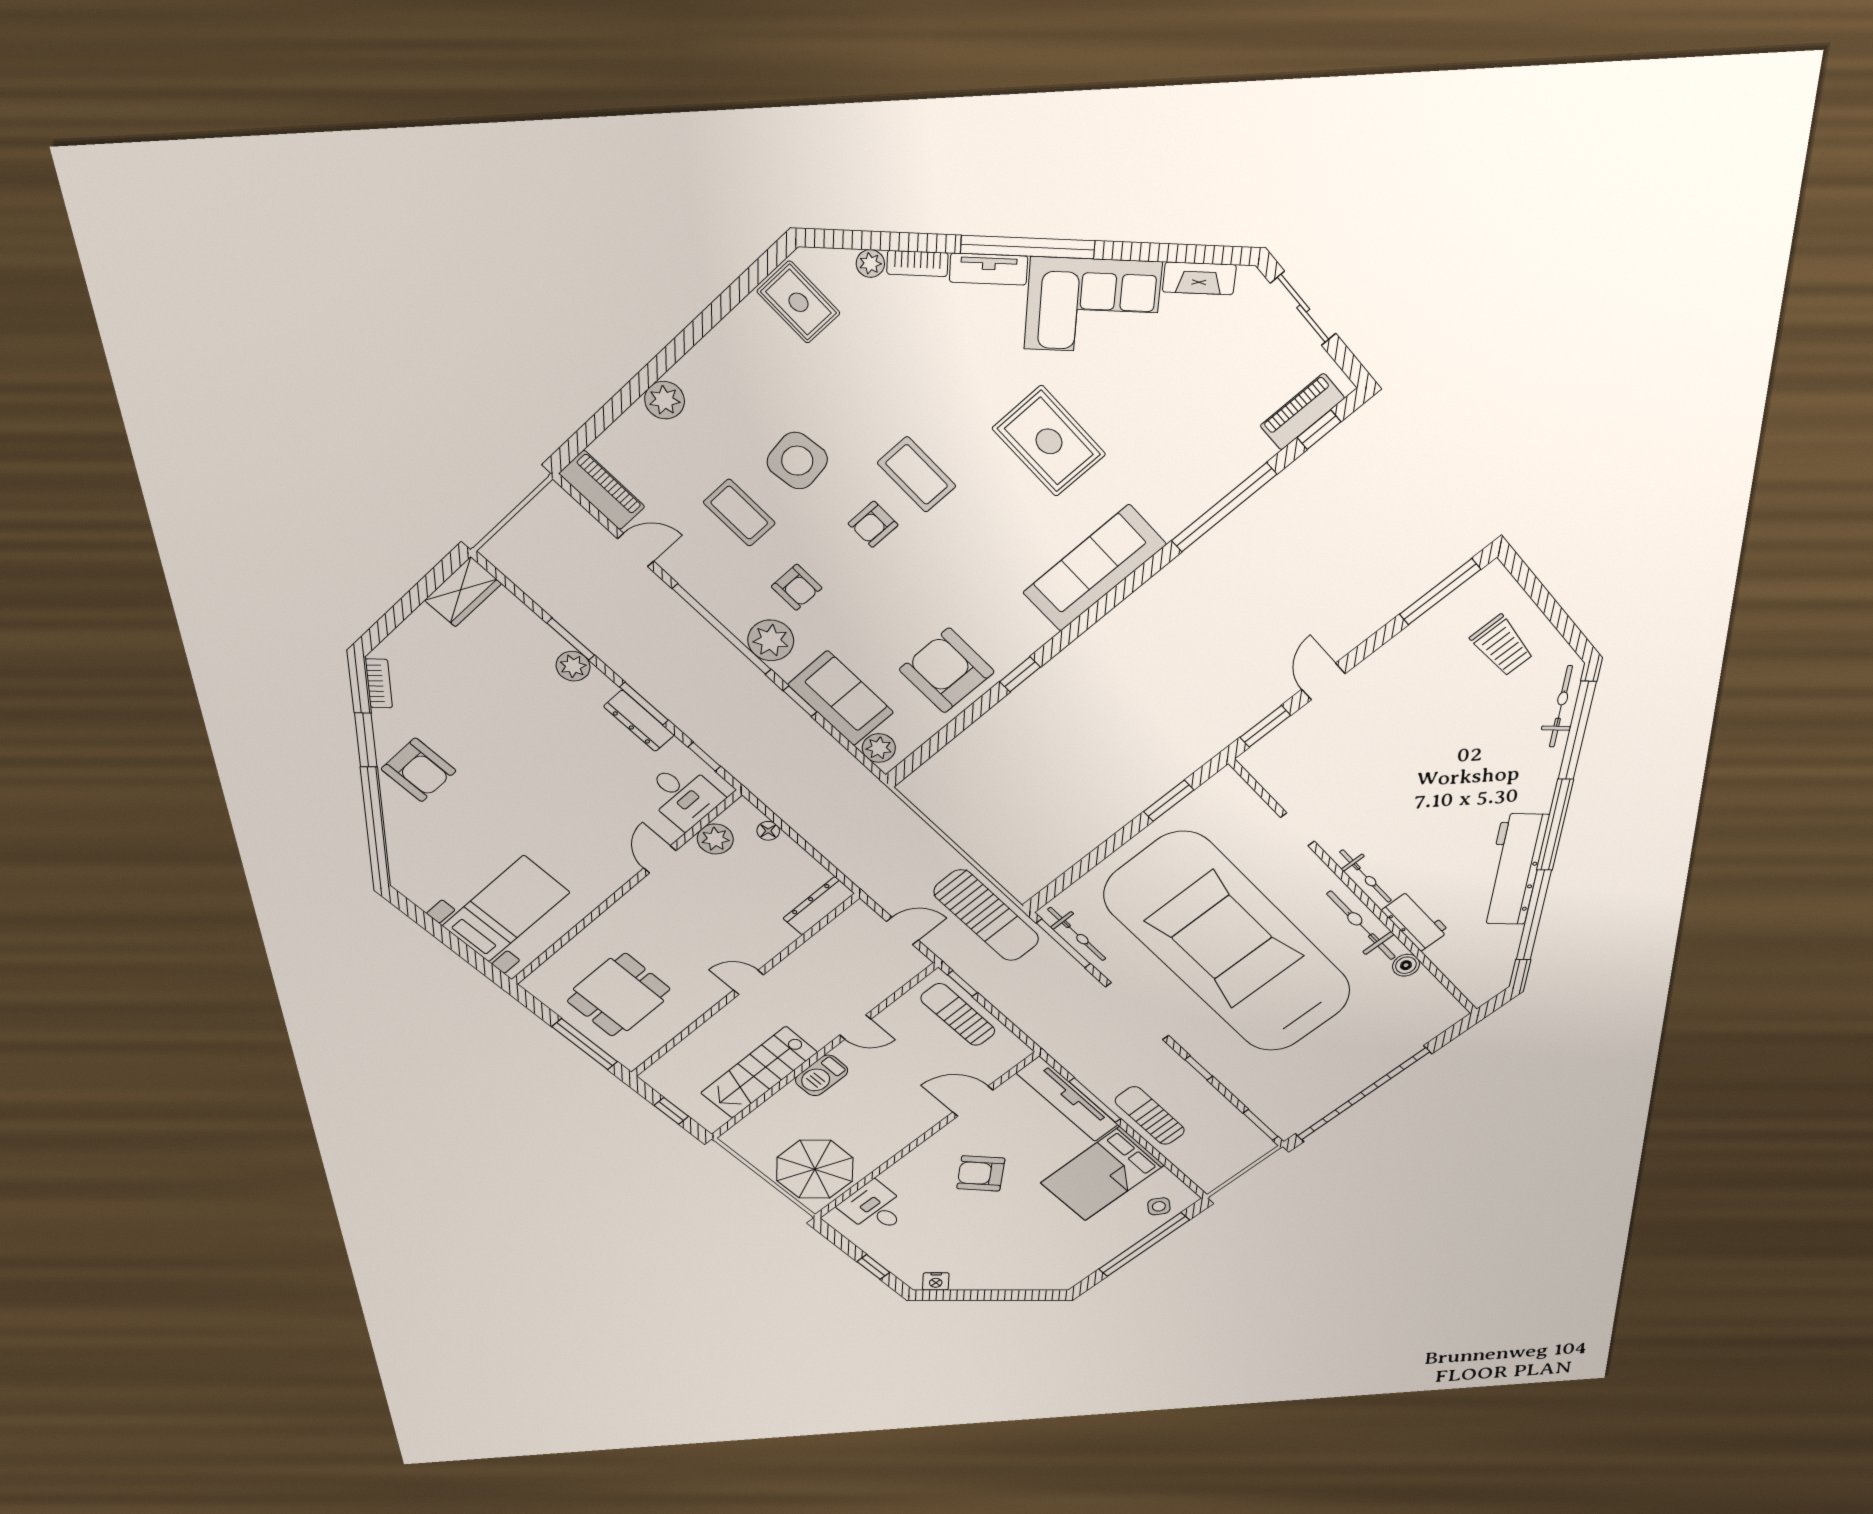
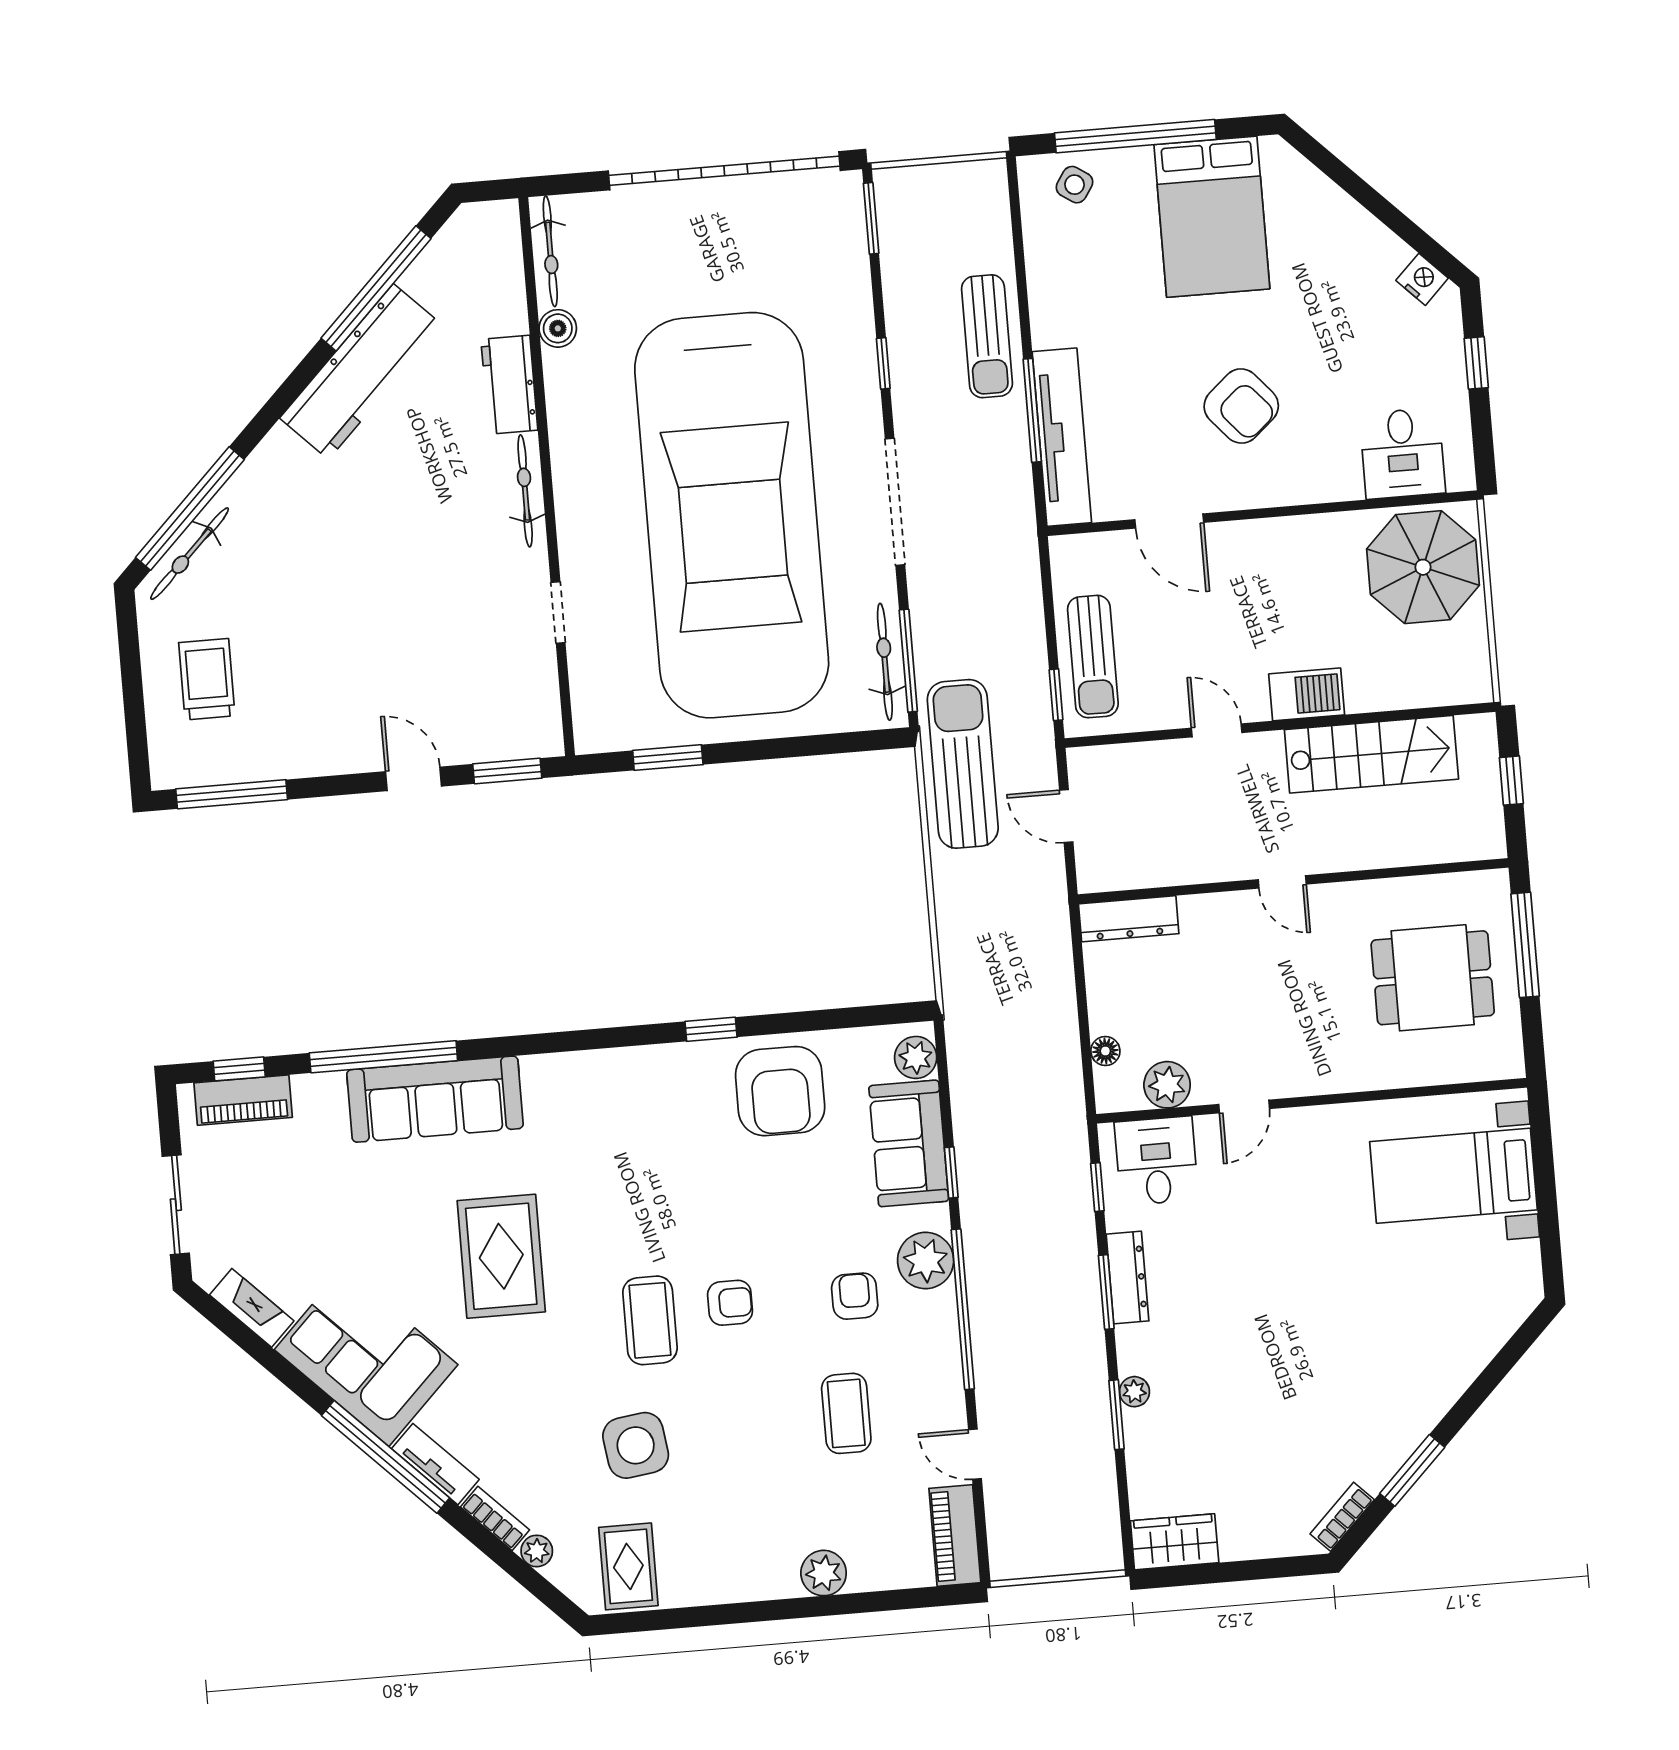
side table: (797, 461) -> (636, 1445), moved
sofa: (1094, 568) -> (435, 1099), moved
plant: (573, 666) -> (1134, 1392), width x0.73, depth x0.73
door: (1323, 682) -> (413, 779), swing flipped
armchair: (419, 770) -> (1392, 1399), removed
bicycle: (1361, 926) -> (550, 251), moved, width x0.73, depth x0.71
bed: (1102, 1174) -> (1212, 217), moved, turned 90

